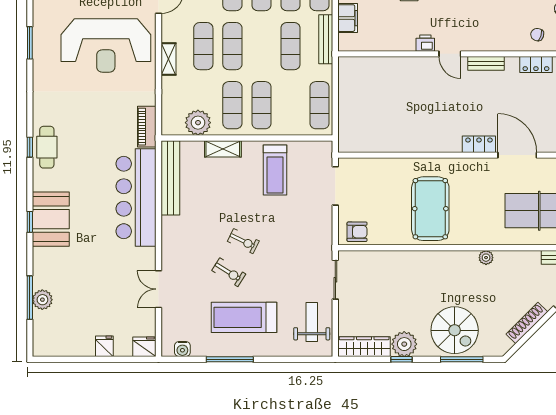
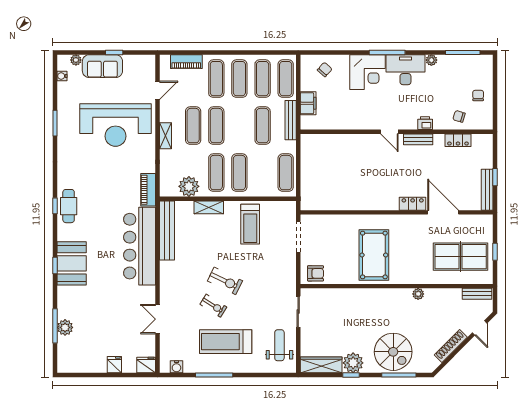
printer: (425, 43) -> (425, 123), moved
exercise bike: (243, 241) -> (225, 281), width x1.38, depth x1.39

